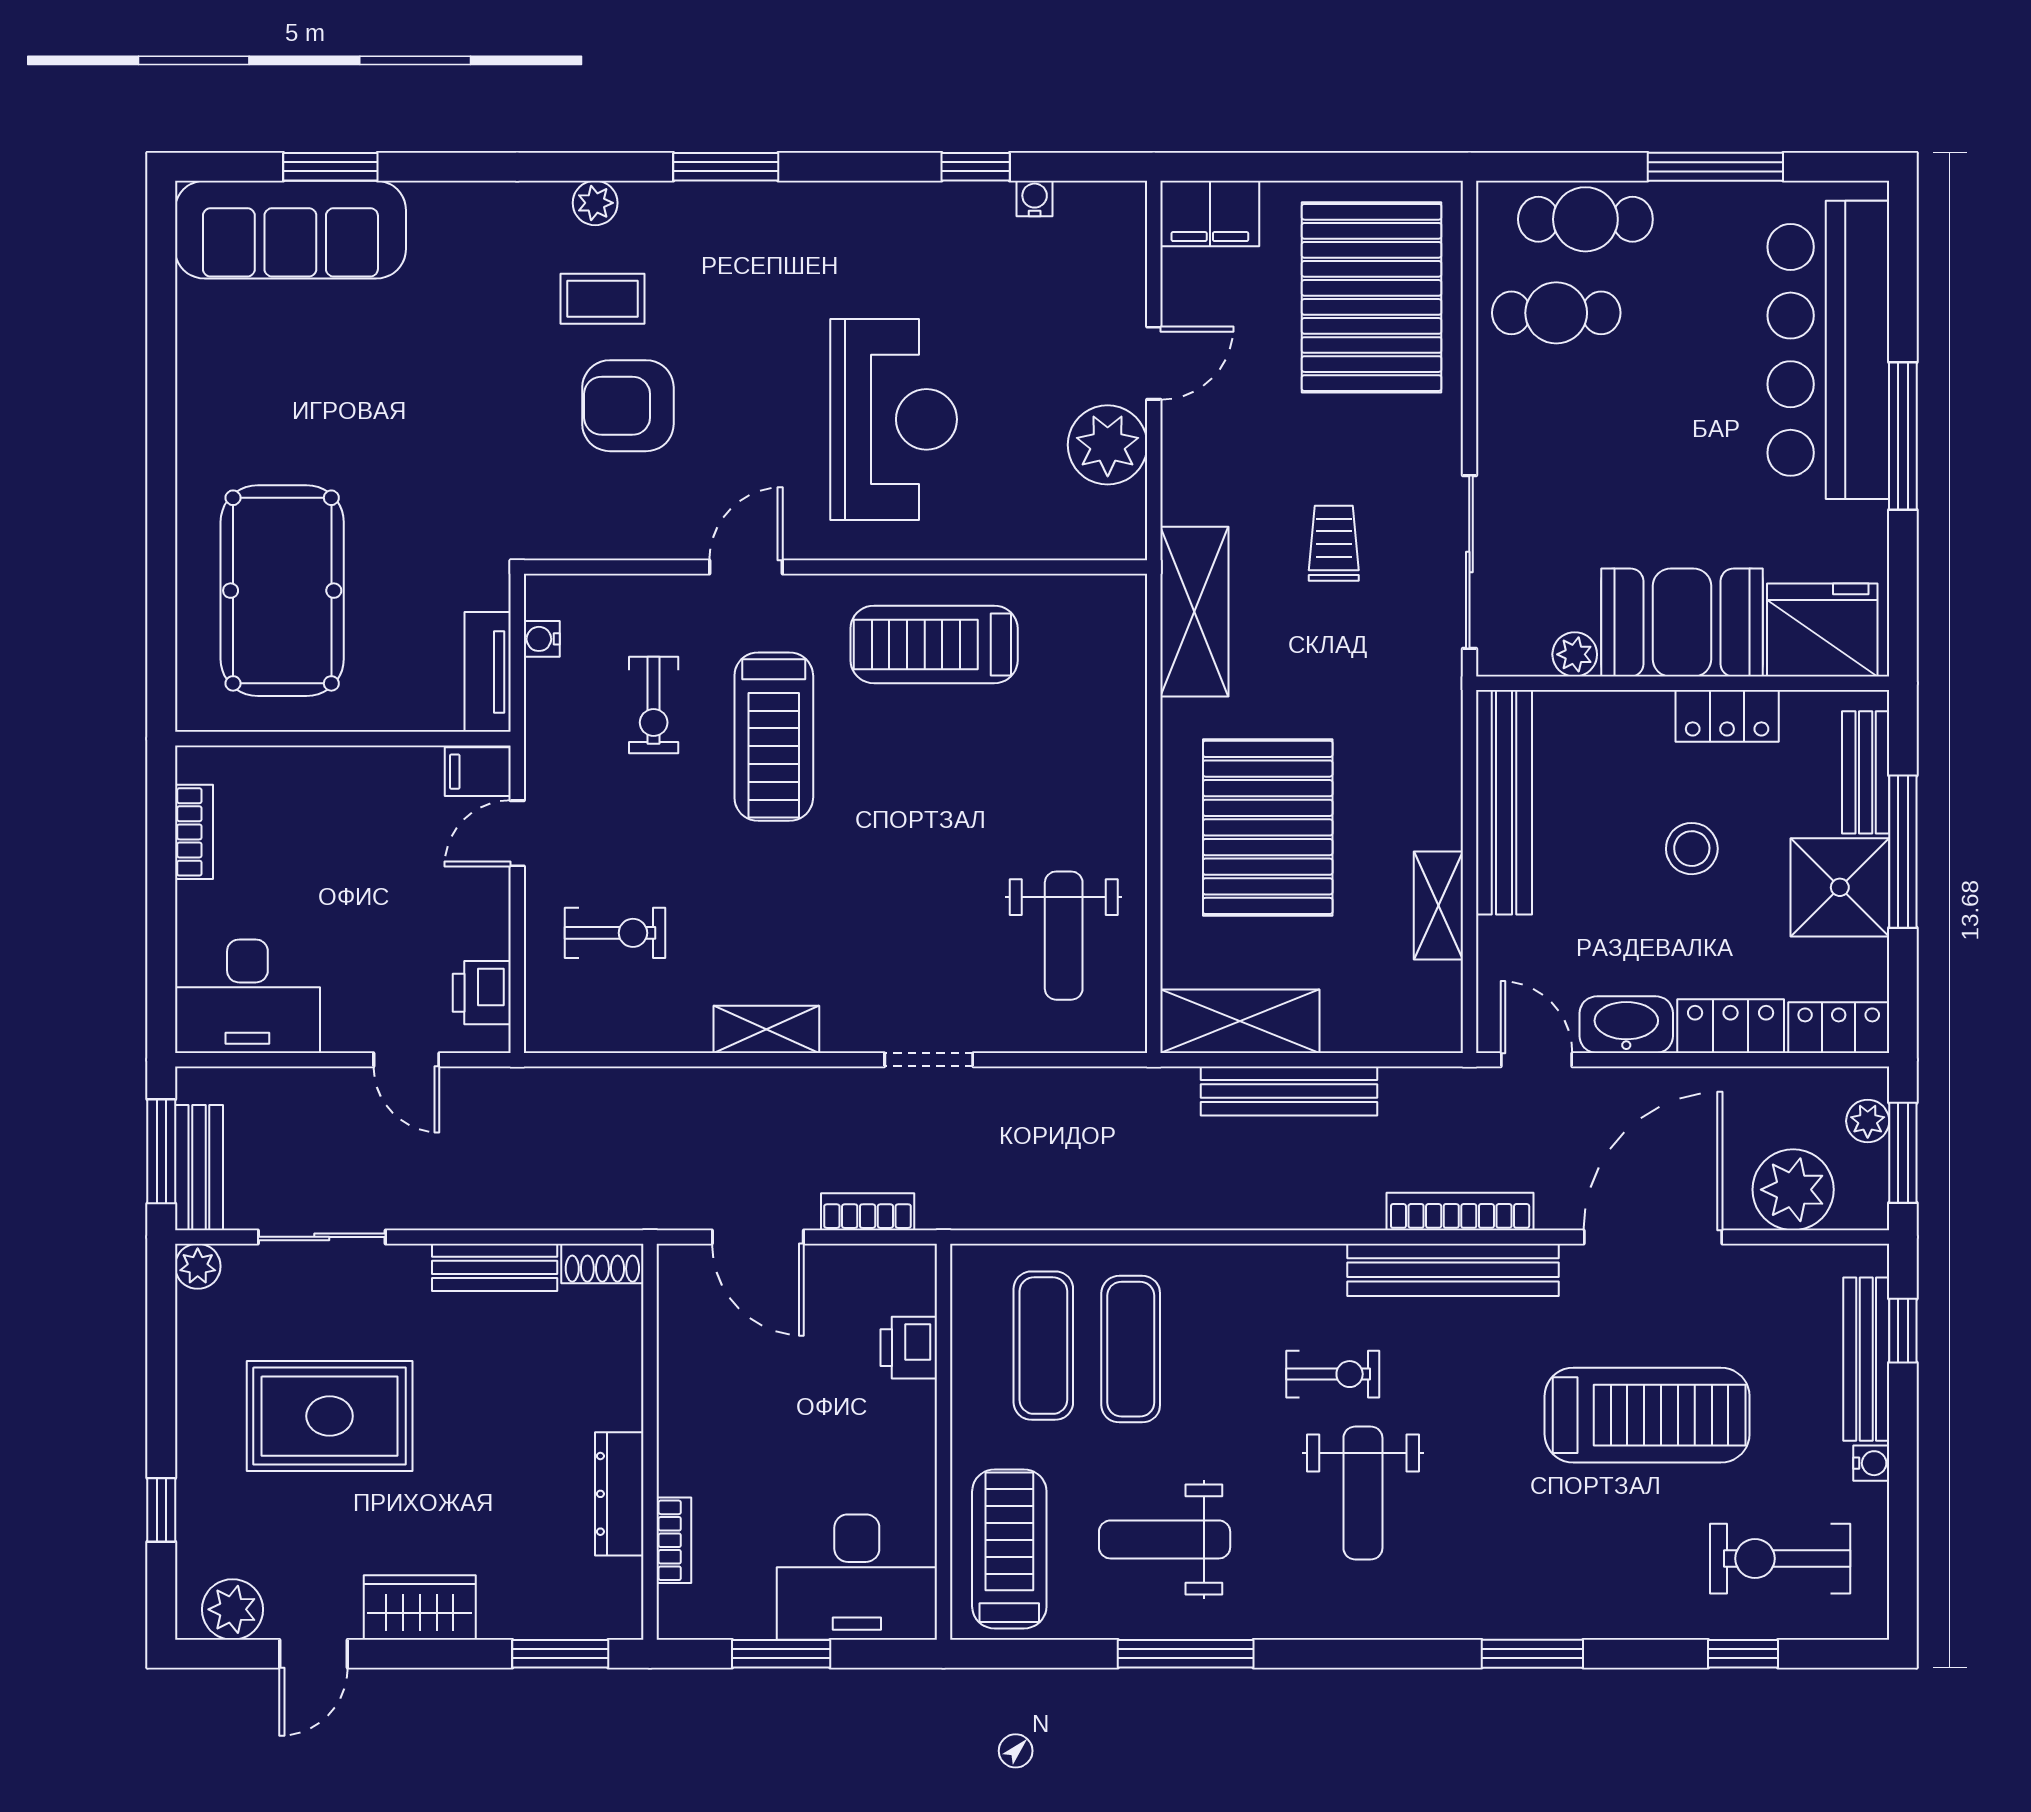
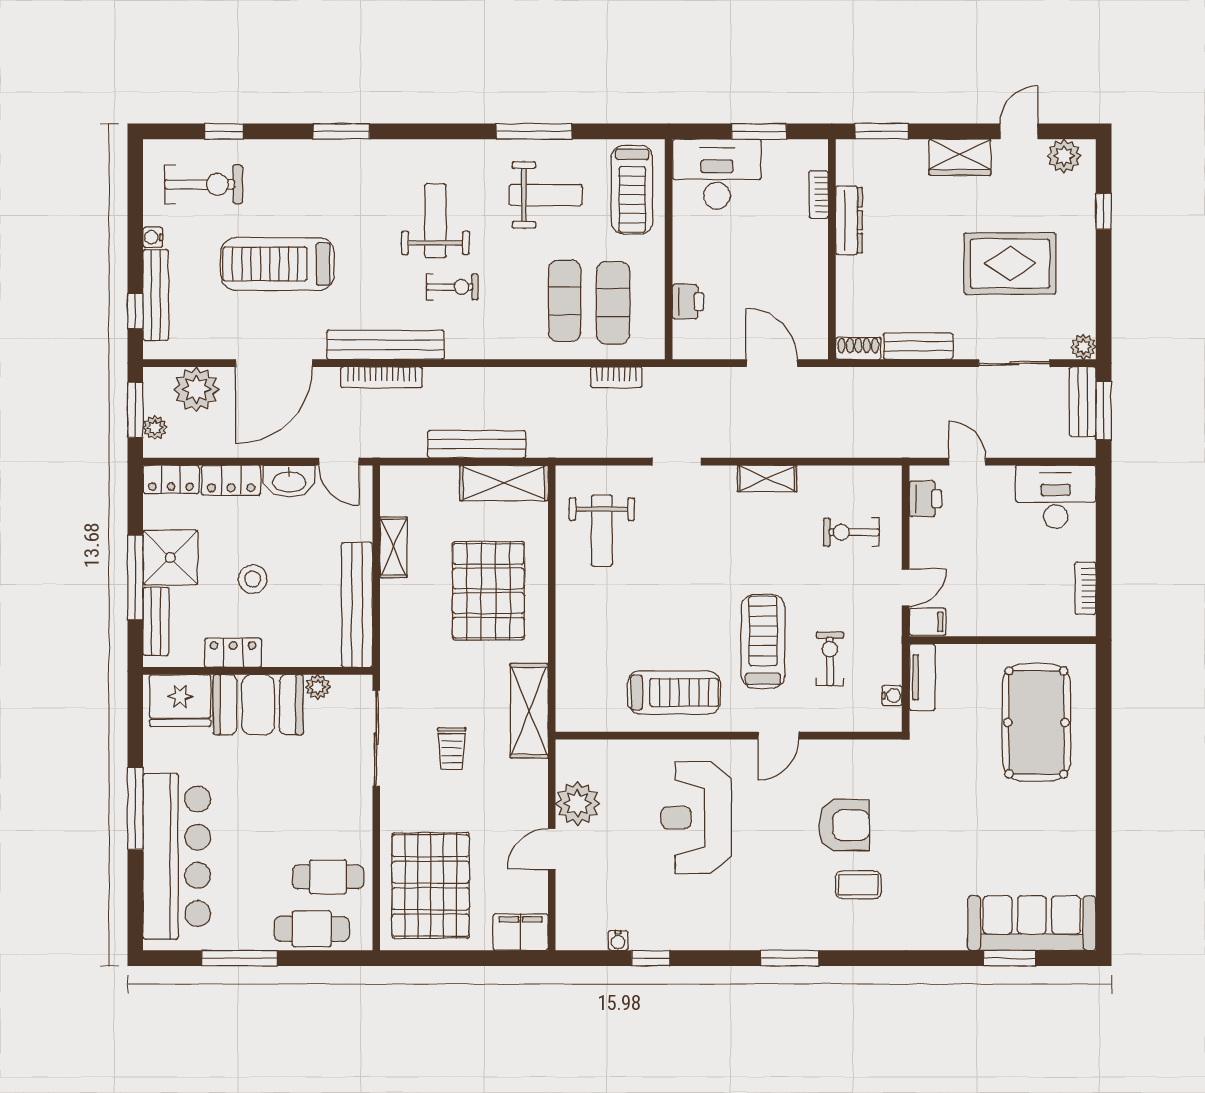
plant: (595, 203) -> (862, 938), removed
weight bench: (1064, 936) -> (602, 531), turned 180
bookcase: (868, 1212) -> (616, 377), moved
exercise bike: (1333, 1374) -> (452, 287), turned 180

